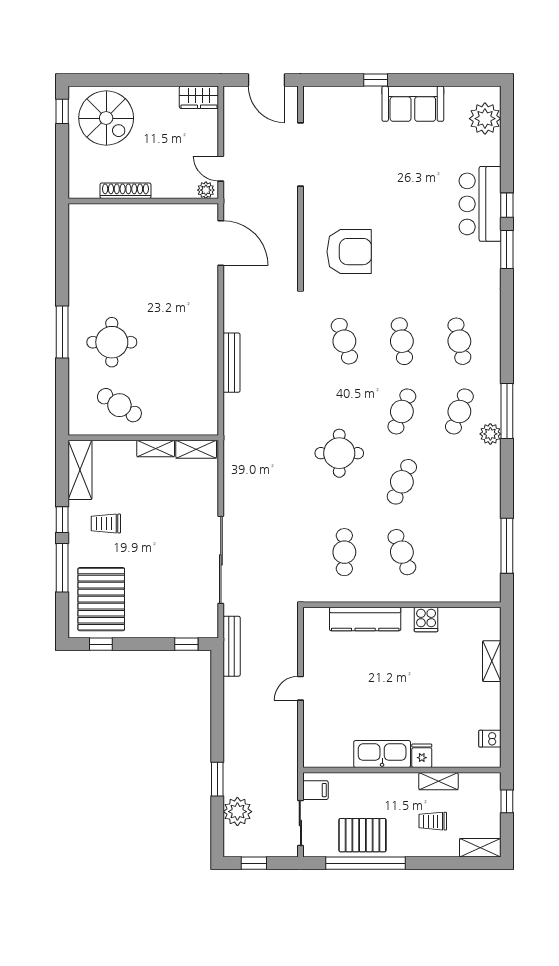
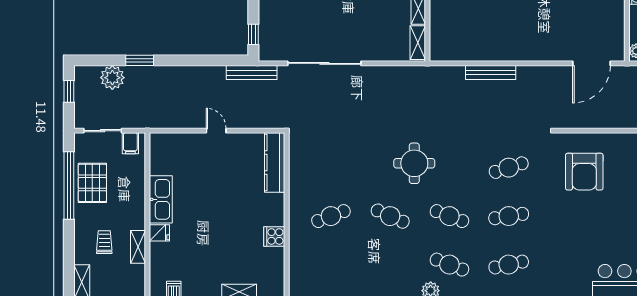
cafe table: (344, 552) -> (331, 168), removed
kitchen counter: (365, 619) -> (275, 162), moved

